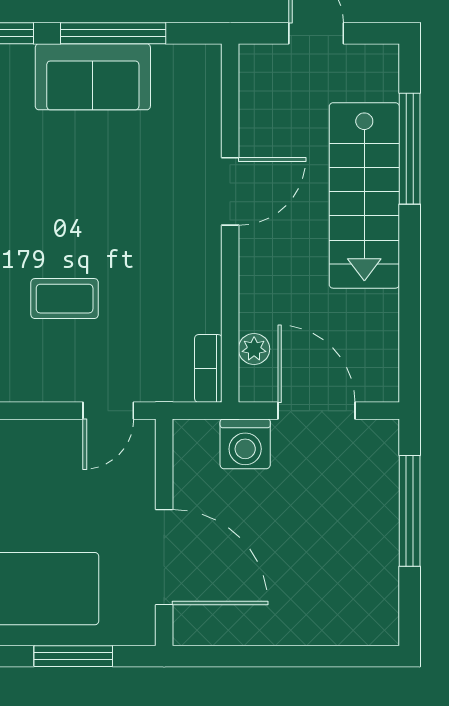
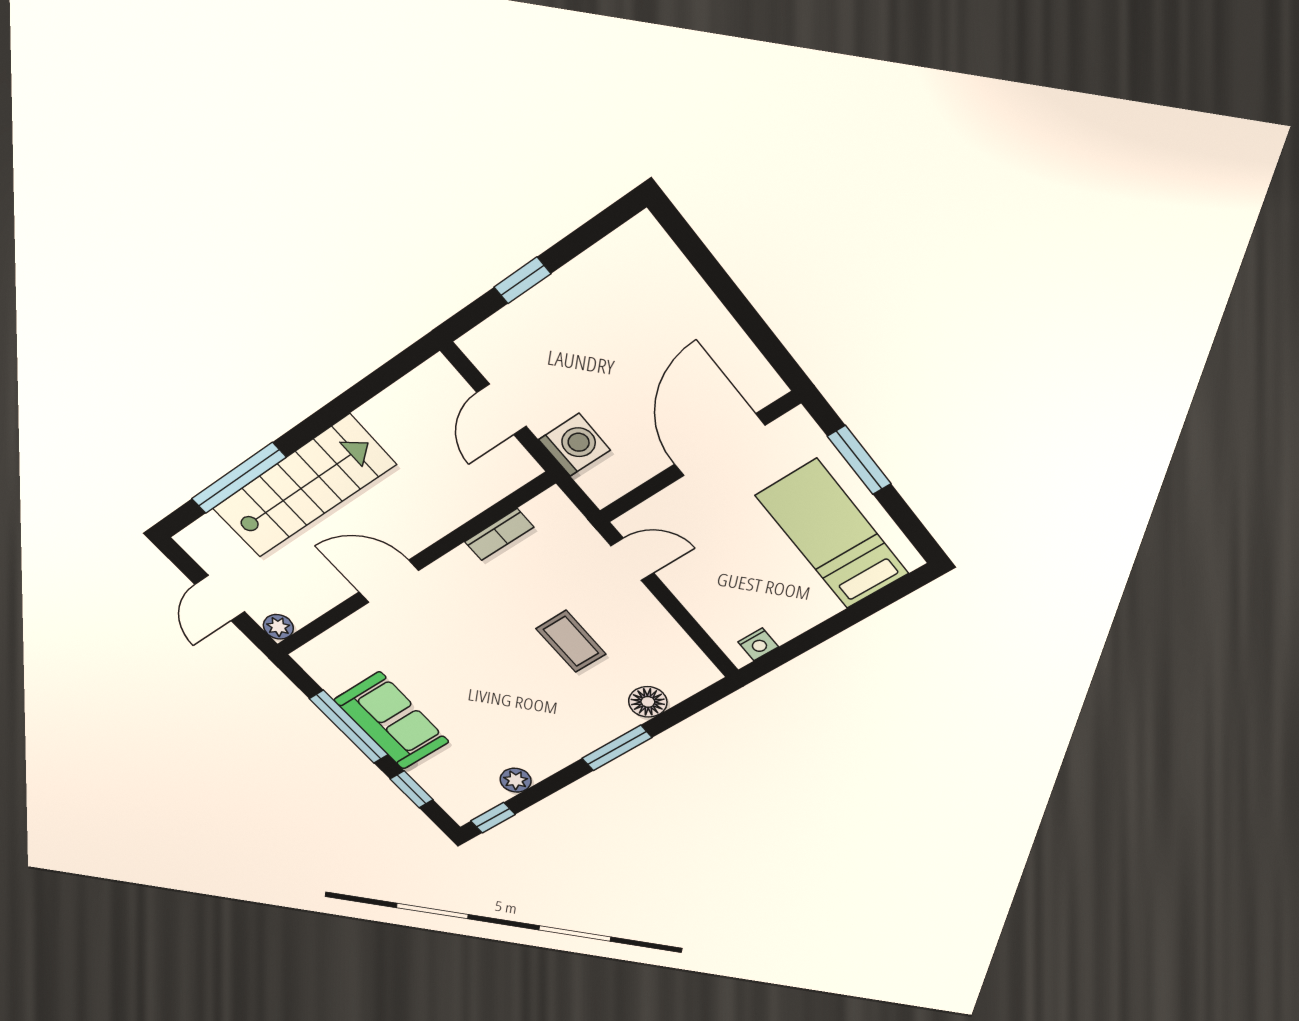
plant: (254, 349) -> (278, 627), moved
bookcase: (208, 368) -> (499, 534), moved
door: (316, 411) -> (502, 409), width x0.73
window: (410, 511) -> (522, 280), width x0.46

